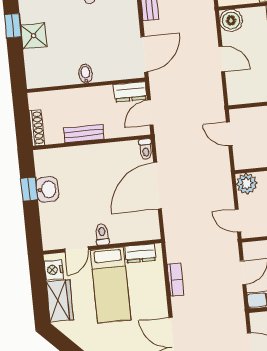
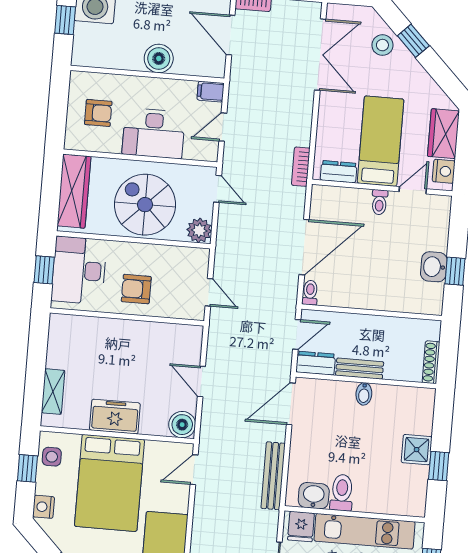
shoe rack: (37, 128) -> (431, 362), moved
bench: (84, 134) -> (360, 369), moved
bookcase: (175, 280) -> (301, 167), moved

